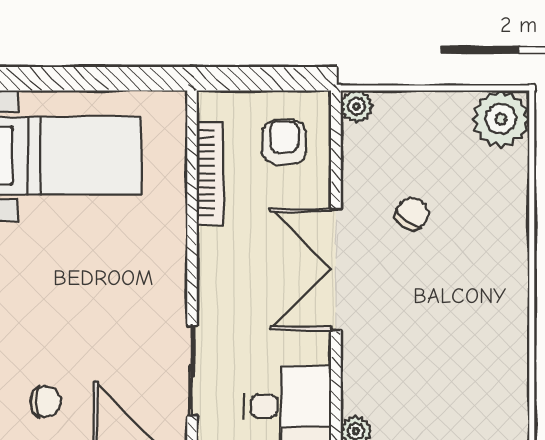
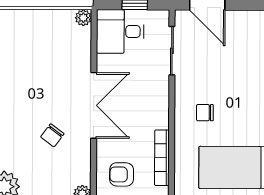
armchair: (284, 142) -> (122, 174), turned 90
chair: (46, 402) -> (205, 113), moved

